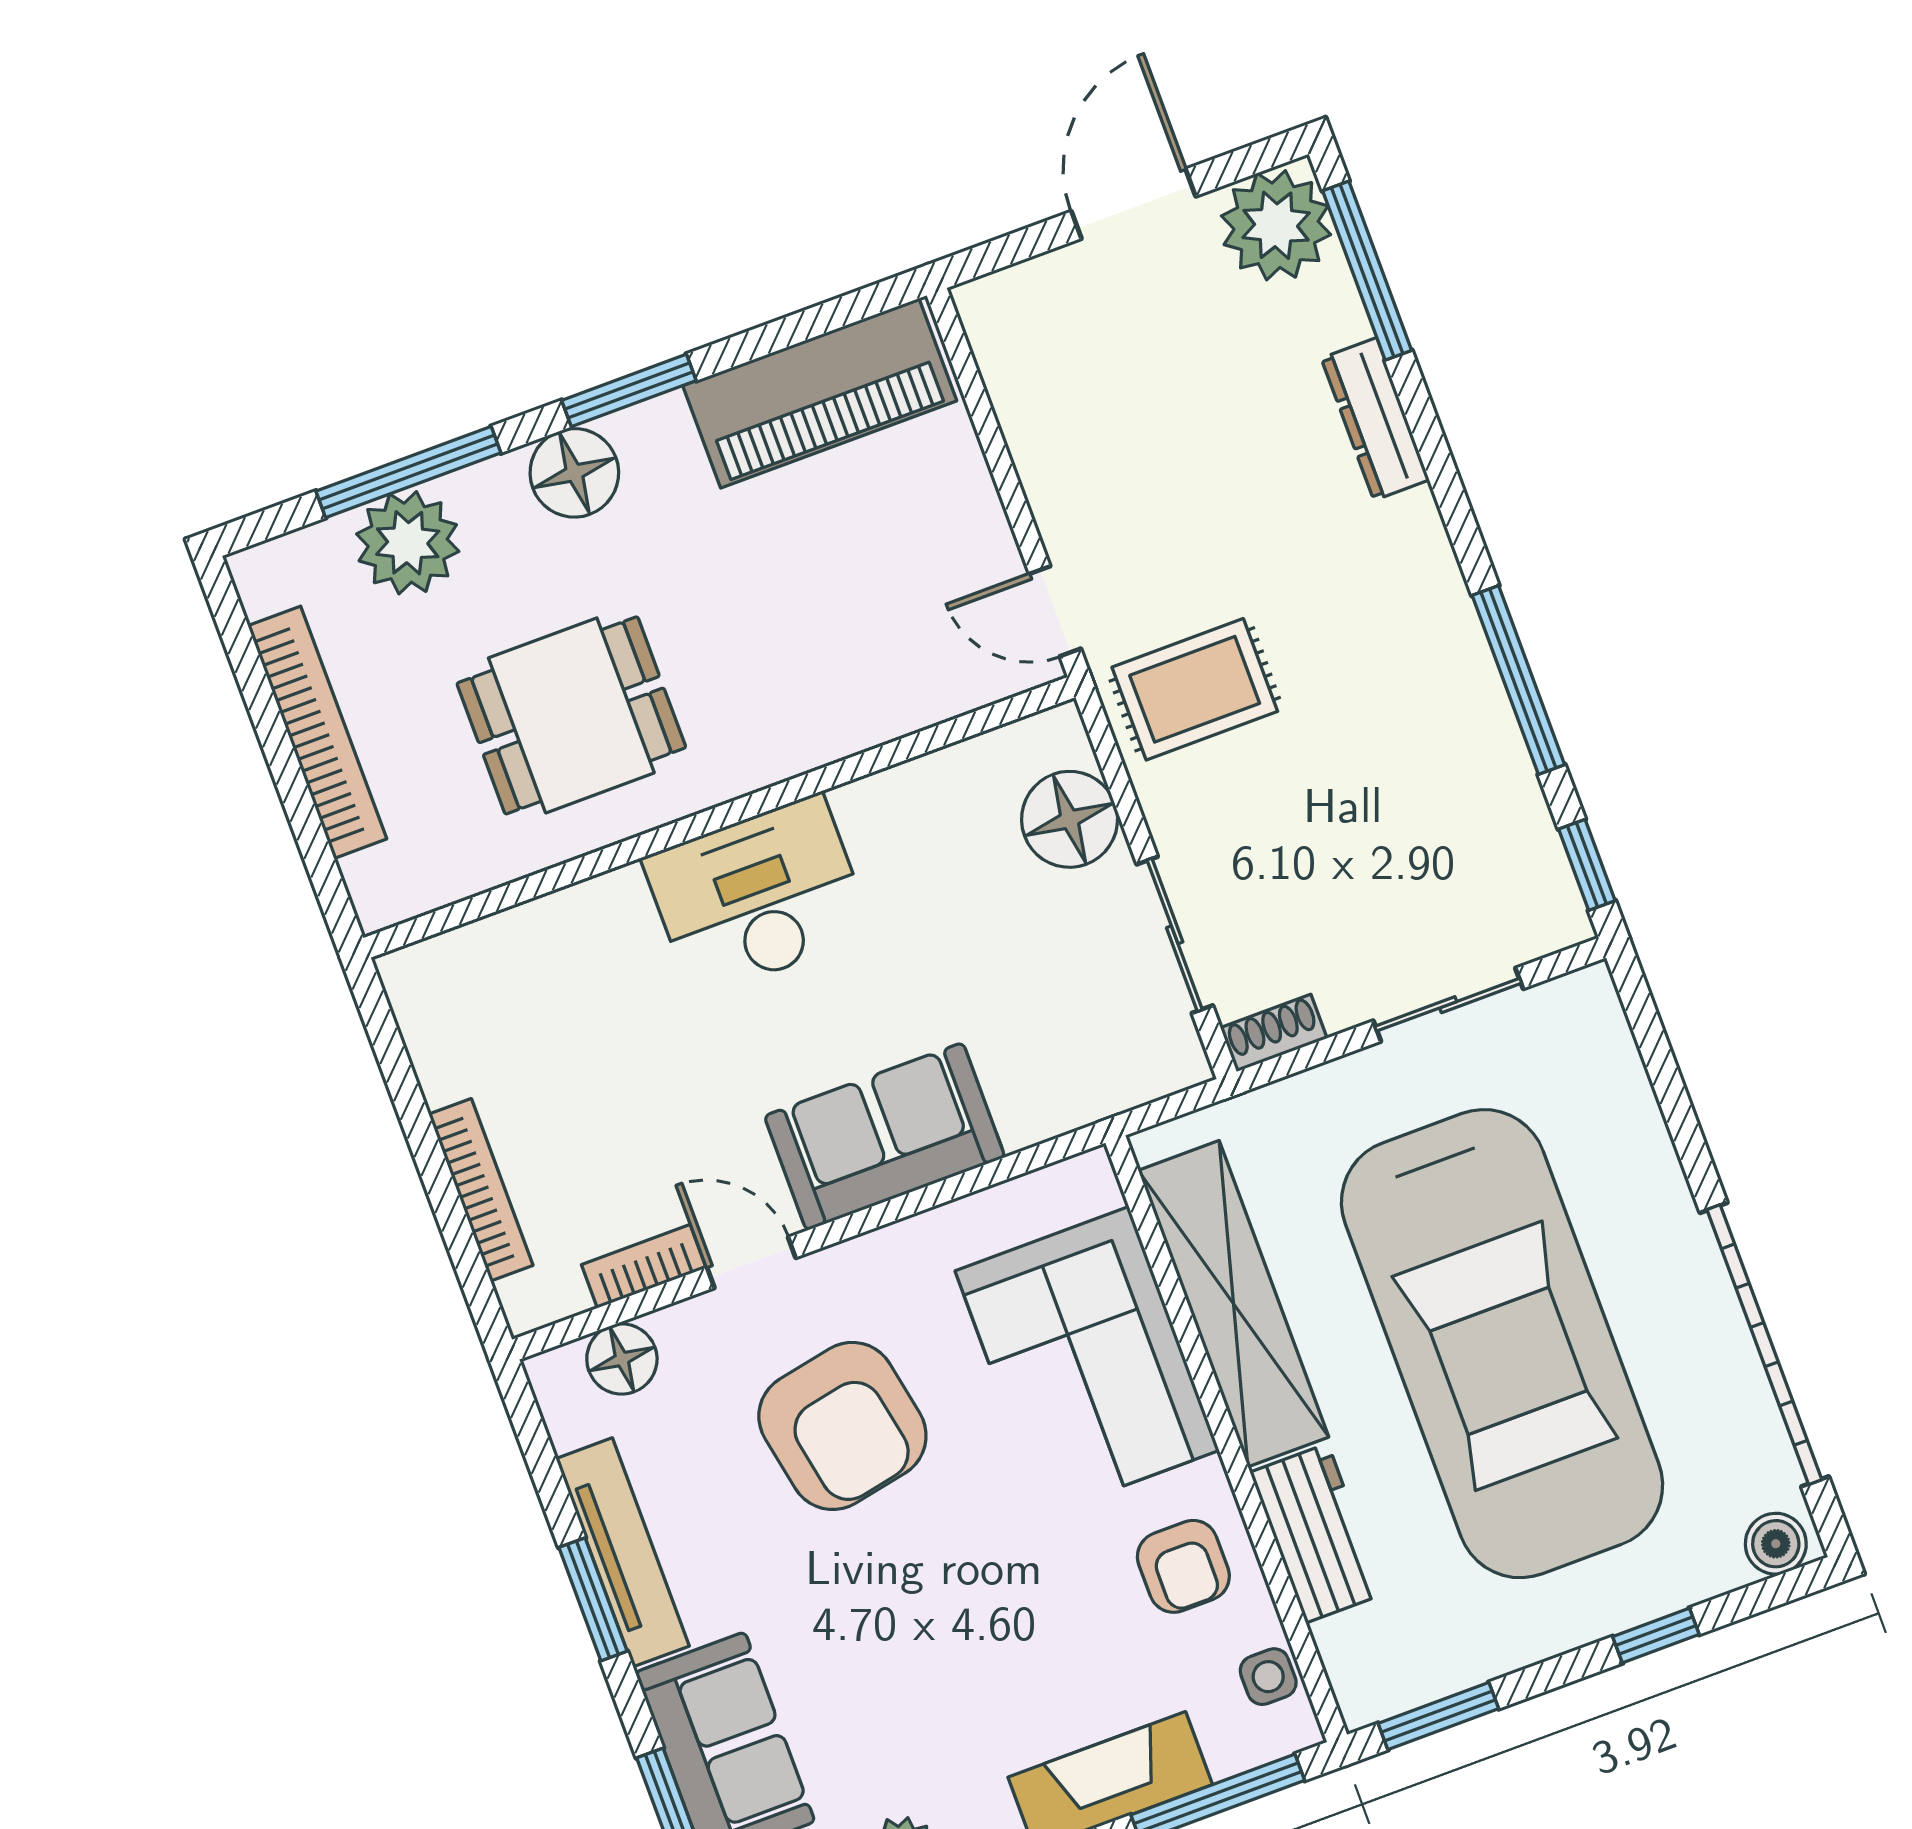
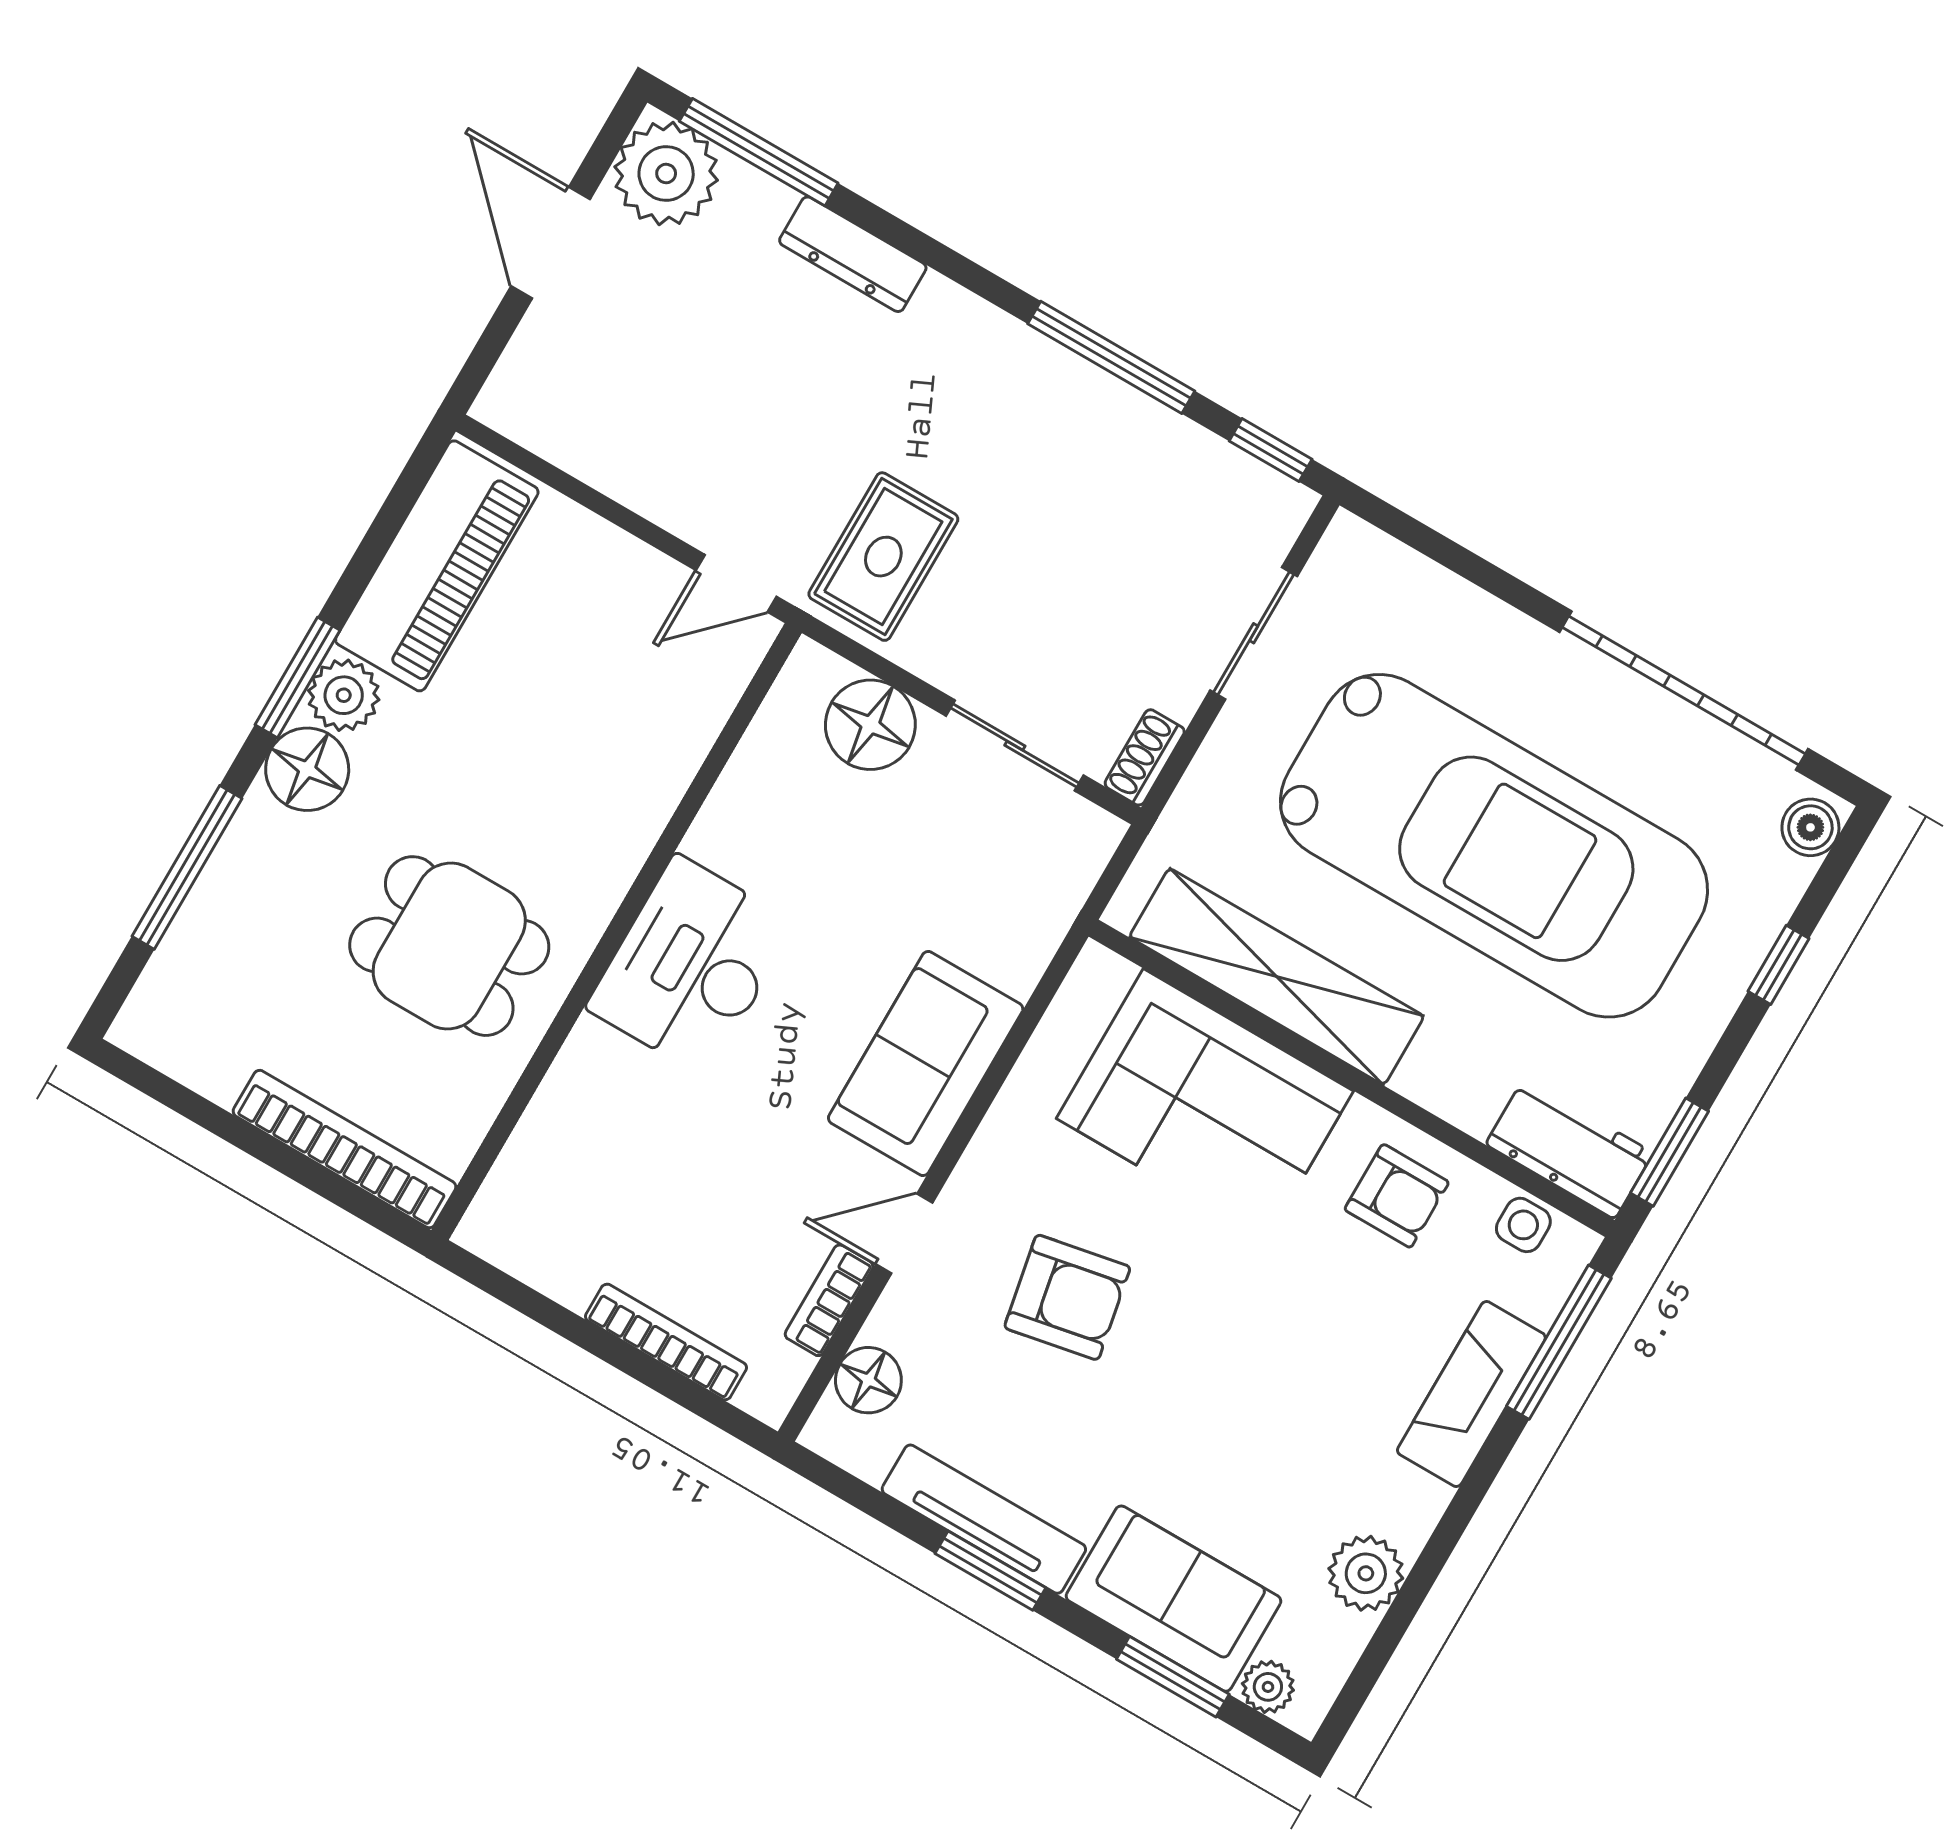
plant: (408, 543) -> (344, 695), moved, width x0.73, depth x0.73
dining table: (571, 715) -> (449, 946), turned 90
bookcase: (317, 732) -> (345, 1149), moved
armchair: (842, 1426) -> (1067, 1297), width x0.73, depth x0.73
workbench: (1317, 1533) -> (1569, 1149), moved

